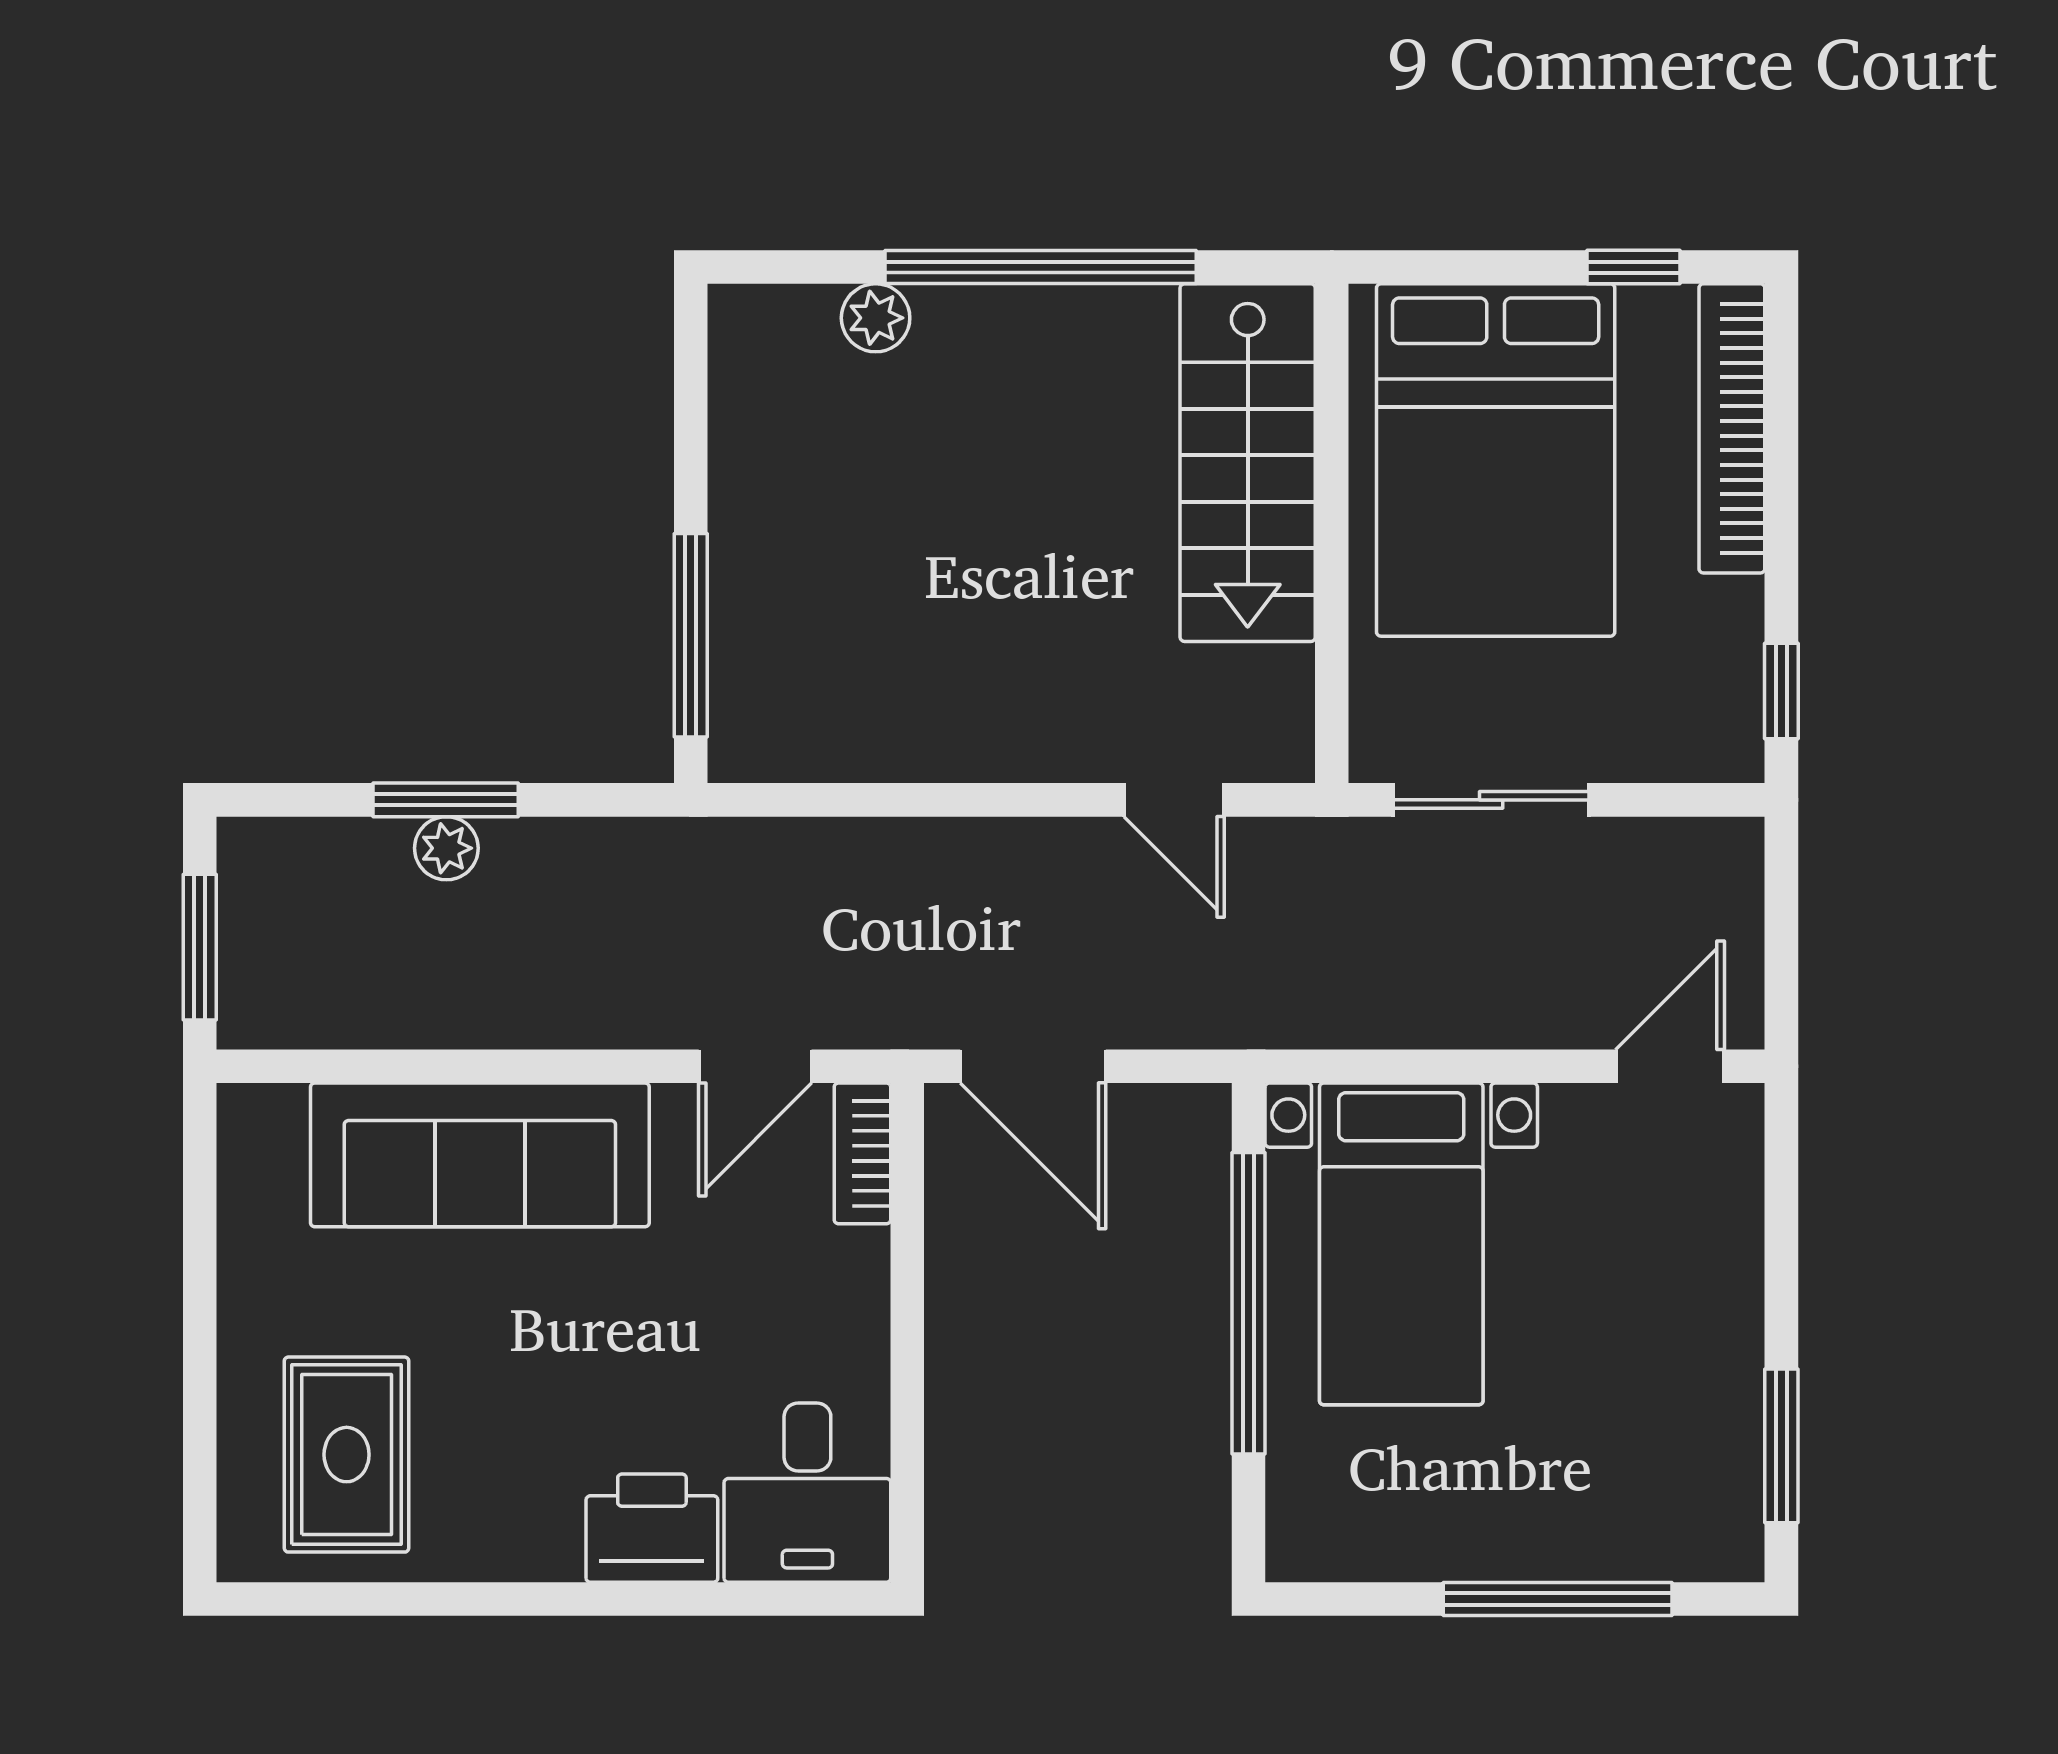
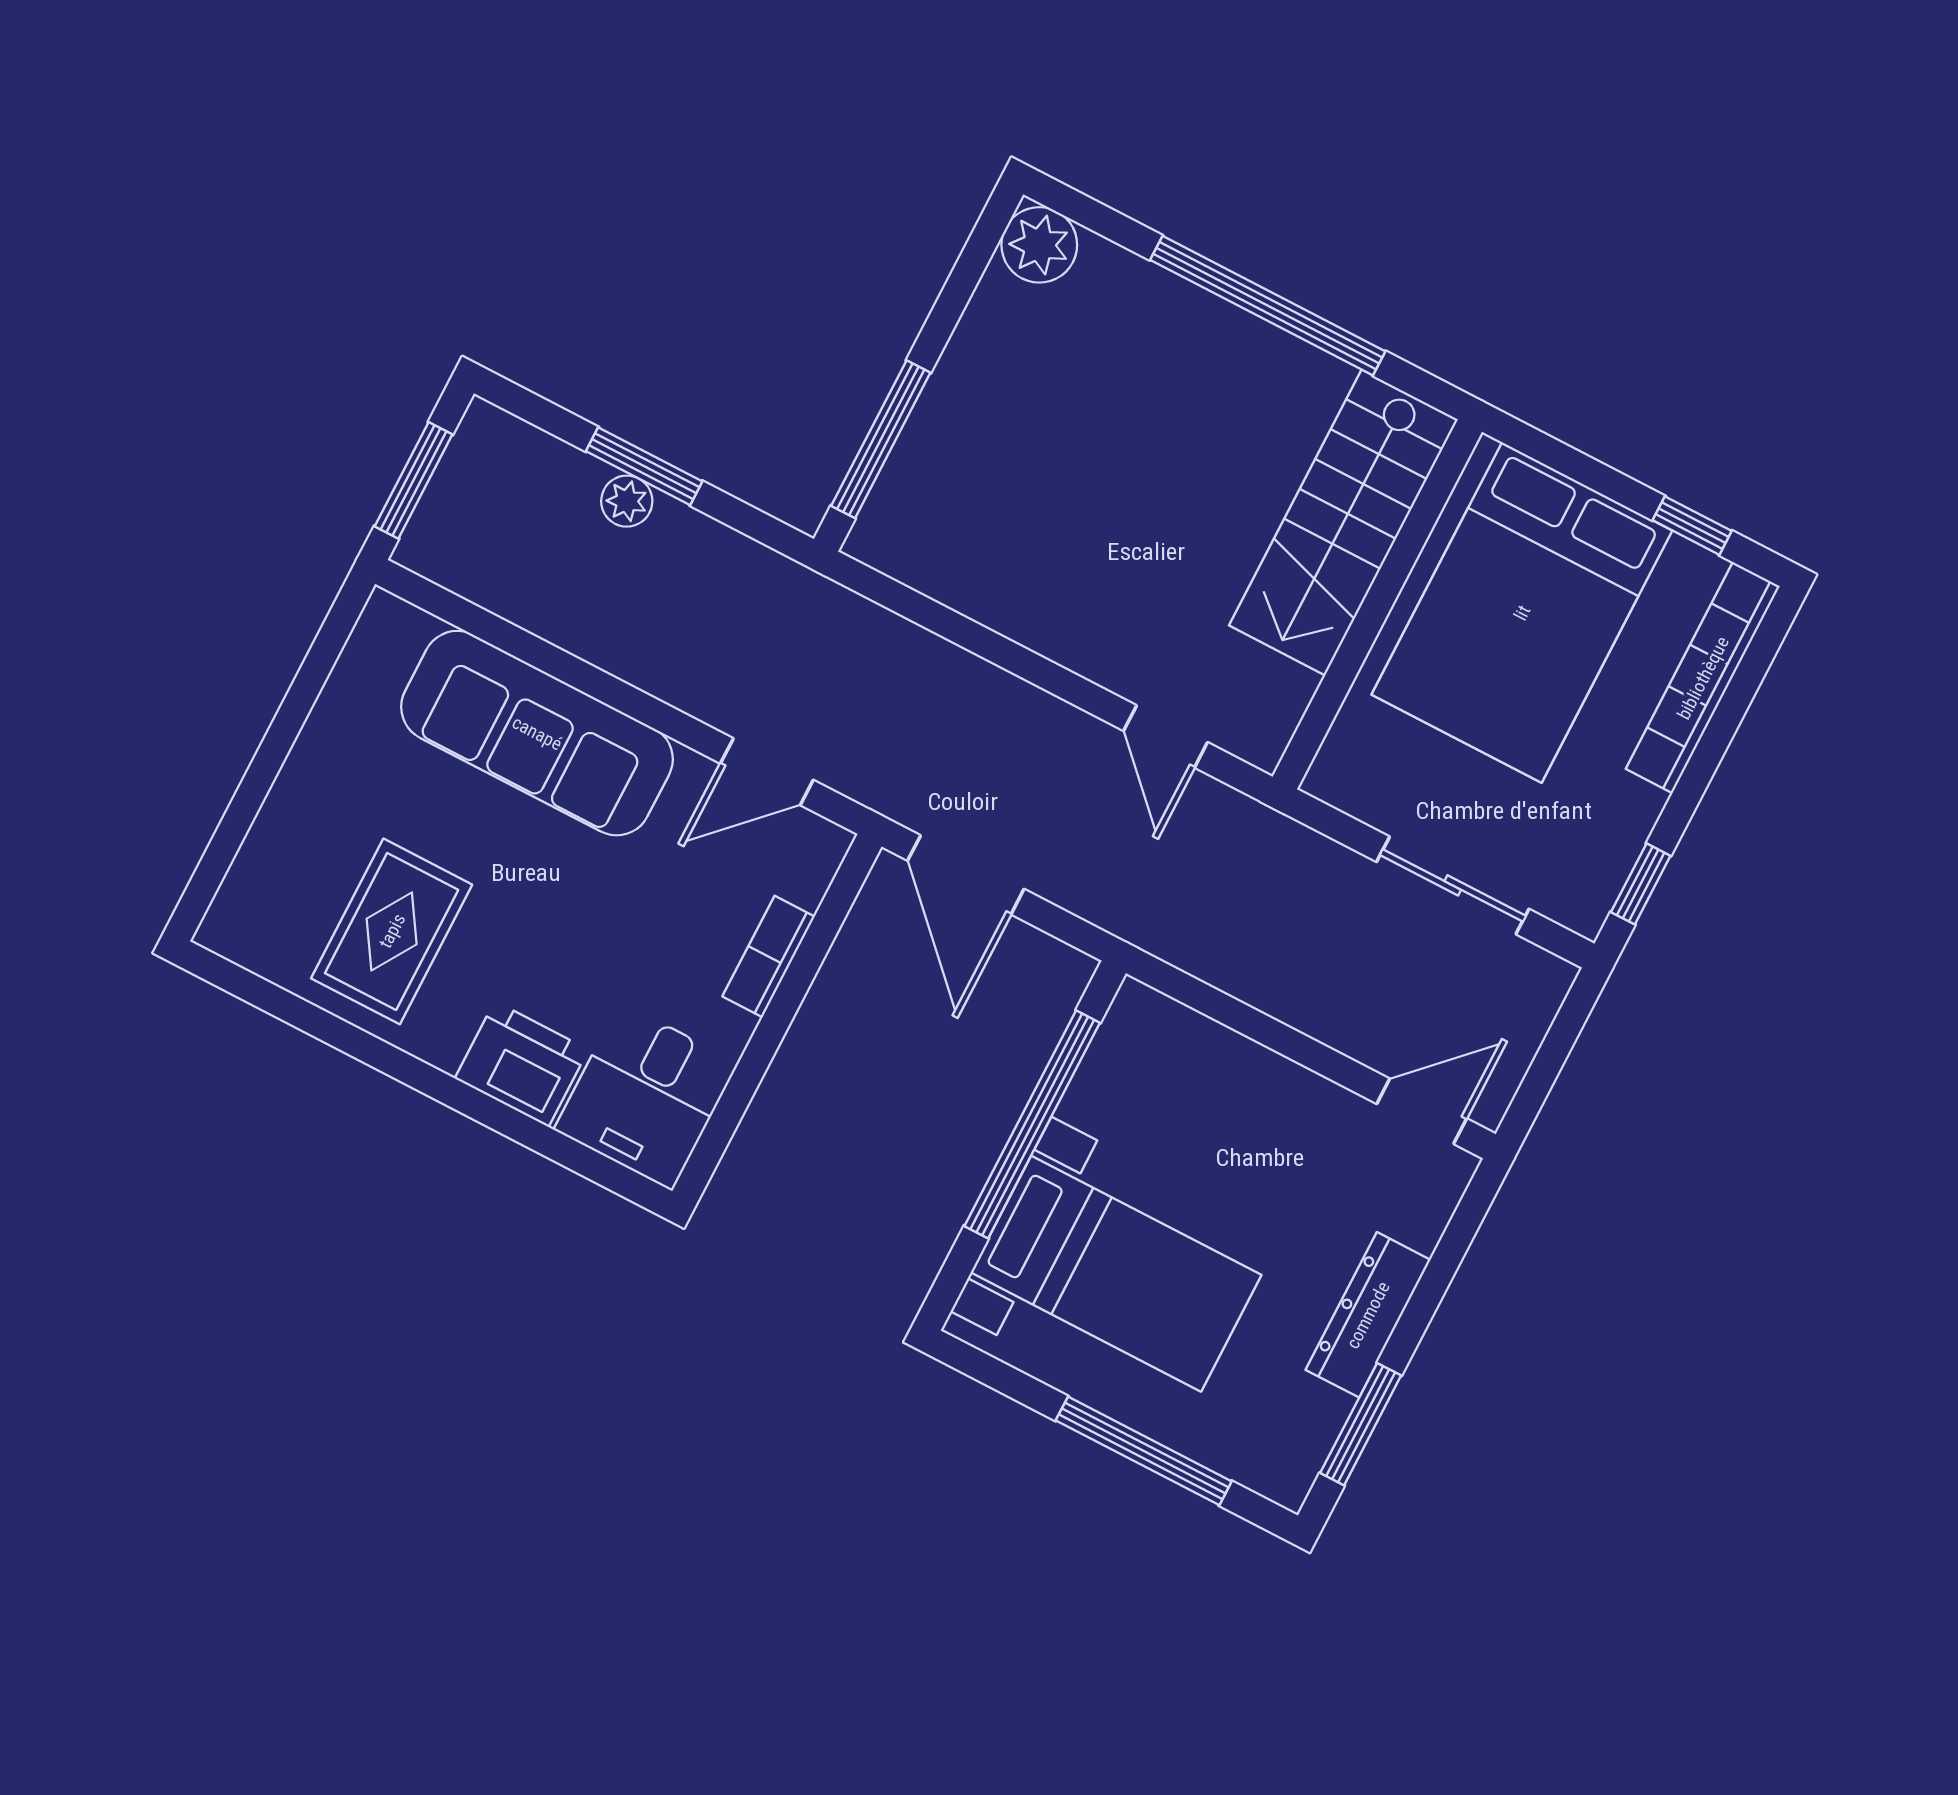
plant: (876, 318) -> (1039, 245), moved, width x1.38, depth x1.38
sliding door: (1491, 800) -> (1453, 885), moved
bookcase: (862, 1153) -> (769, 957), moved
bed with nightstands: (1401, 1244) -> (1116, 1274), moved, turned -90
dresser: (1727, 1321) -> (1368, 1315), added
rug: (347, 1455) -> (392, 931), moved

